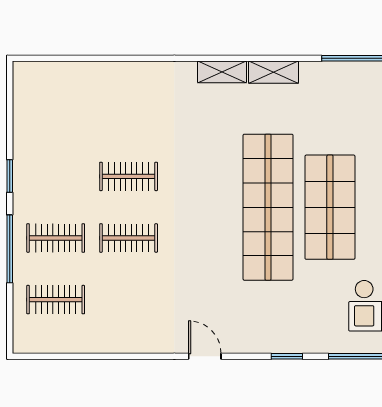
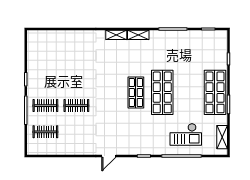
clothes rail: (129, 176) -> (76, 79), removed
shop shelf: (268, 207) -> (136, 92), width x0.50, depth x0.74
door: (205, 356) -> (109, 156), swing flipped

